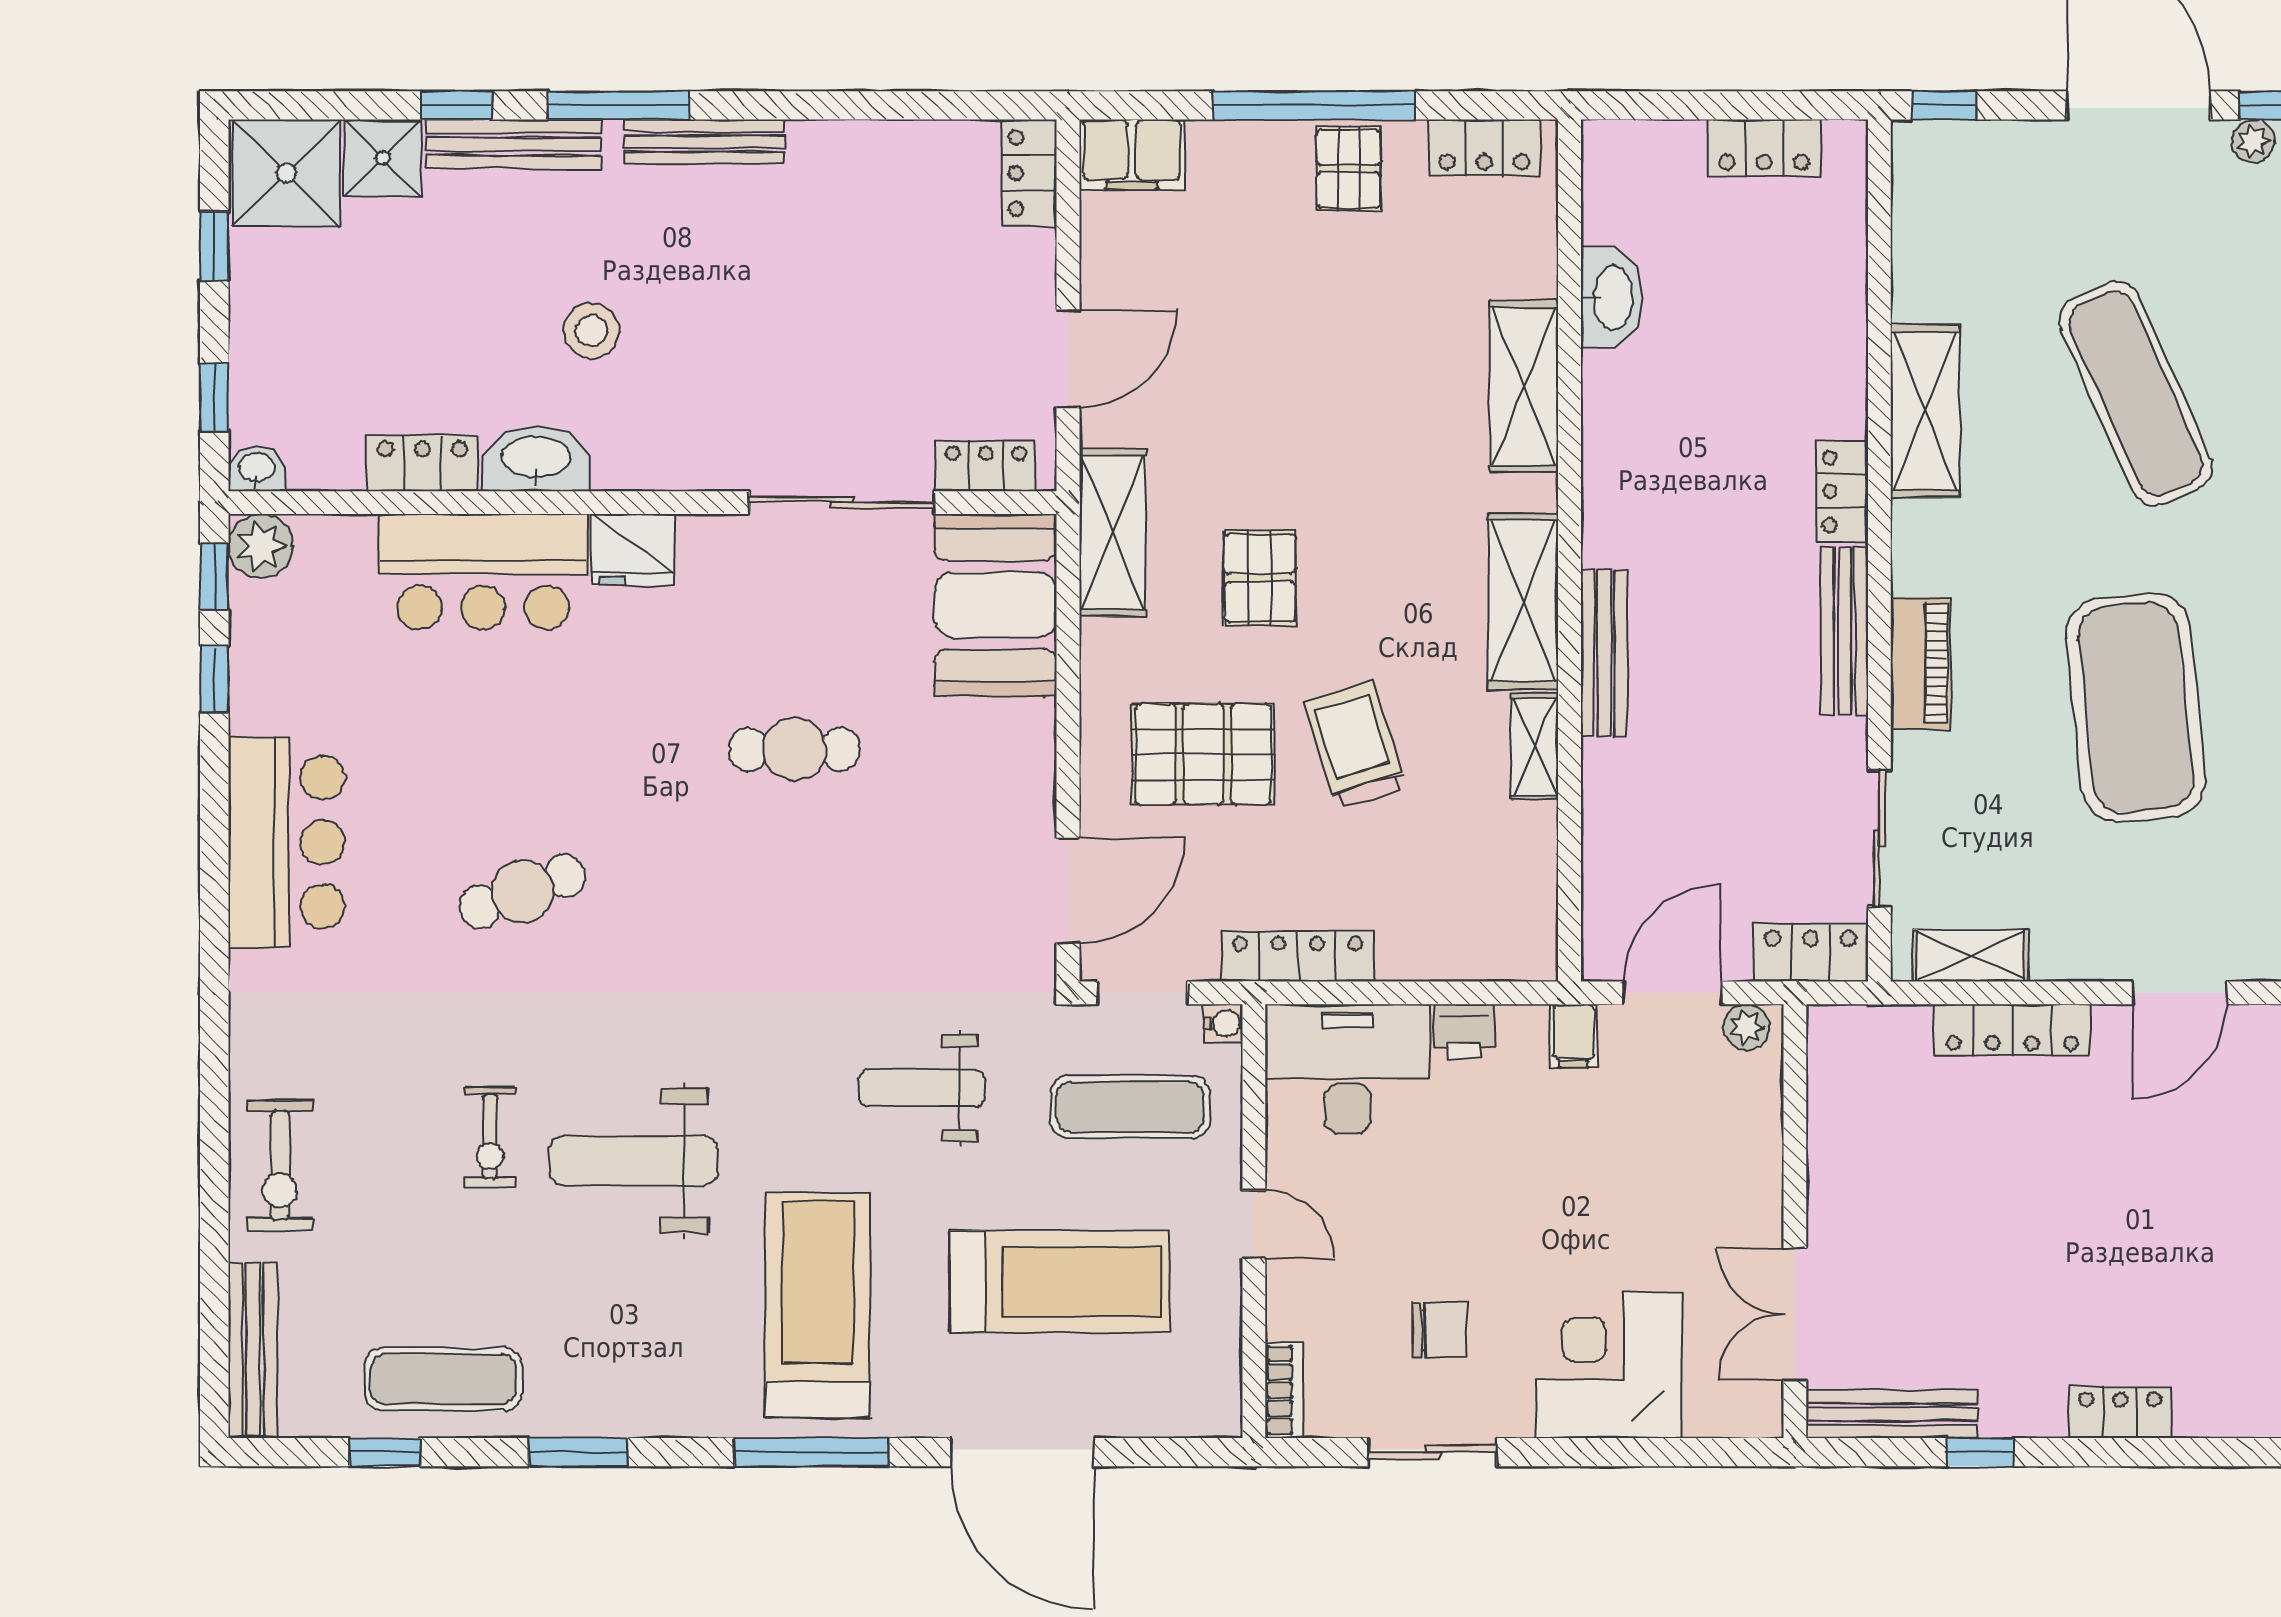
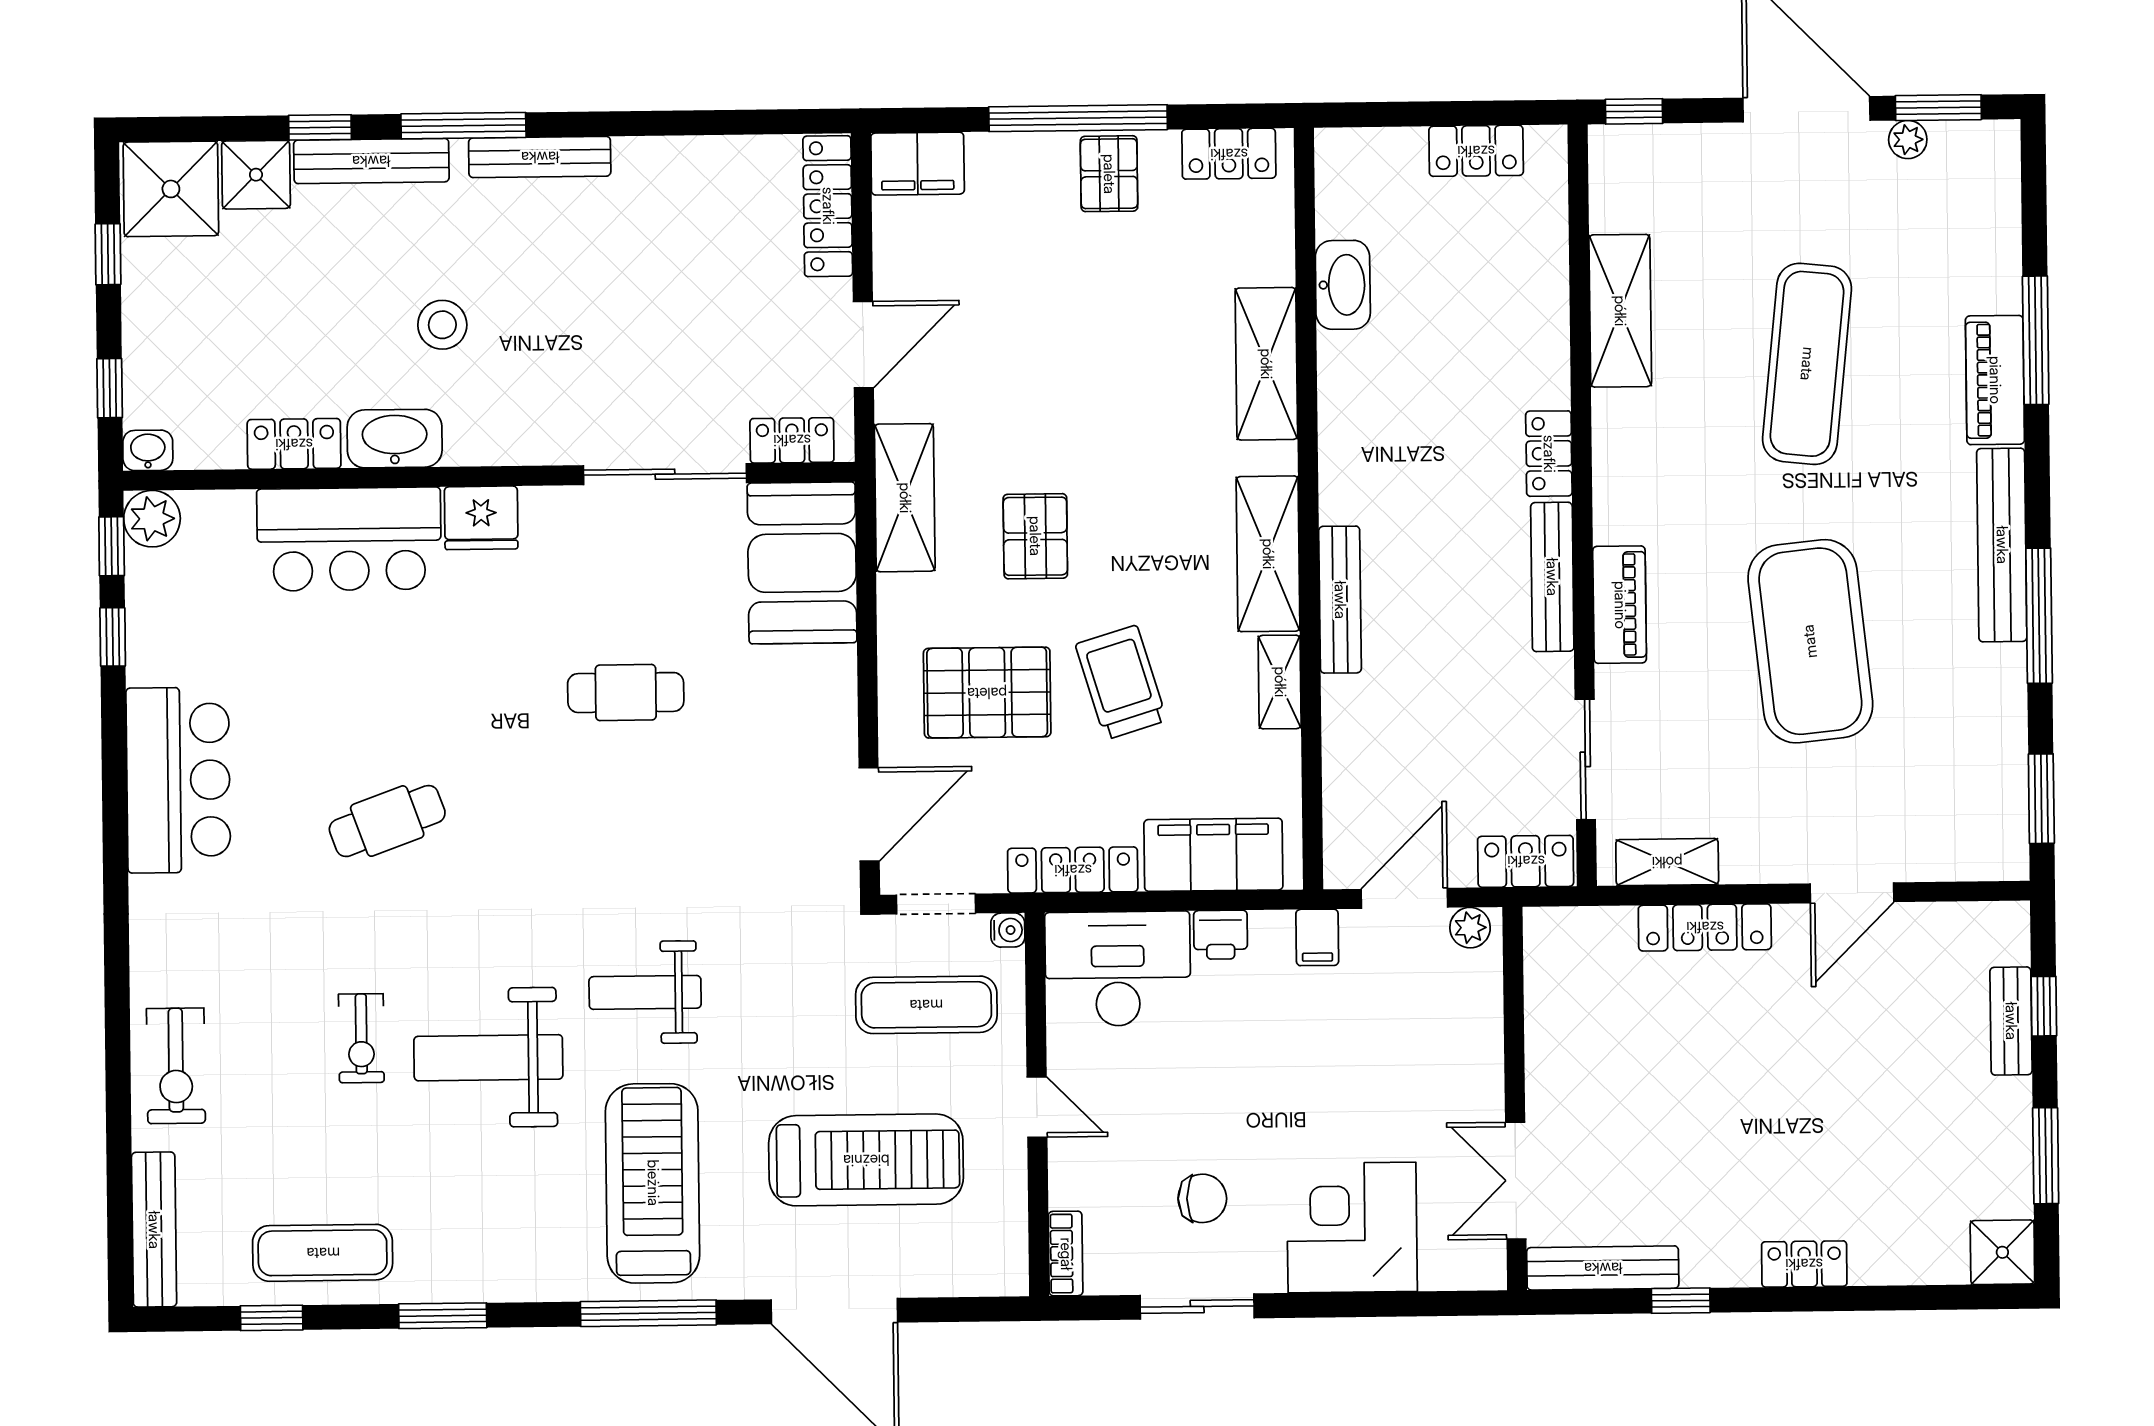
locker: (1030, 173) -> (828, 206), width x1.53
exercise mat: (2136, 394) -> (1807, 364), turned 30
shelving: (1925, 411) -> (1620, 311), moved
filing cabinet: (1457, 941) -> (1213, 855), added
weight bench: (922, 1088) -> (645, 992), moved

